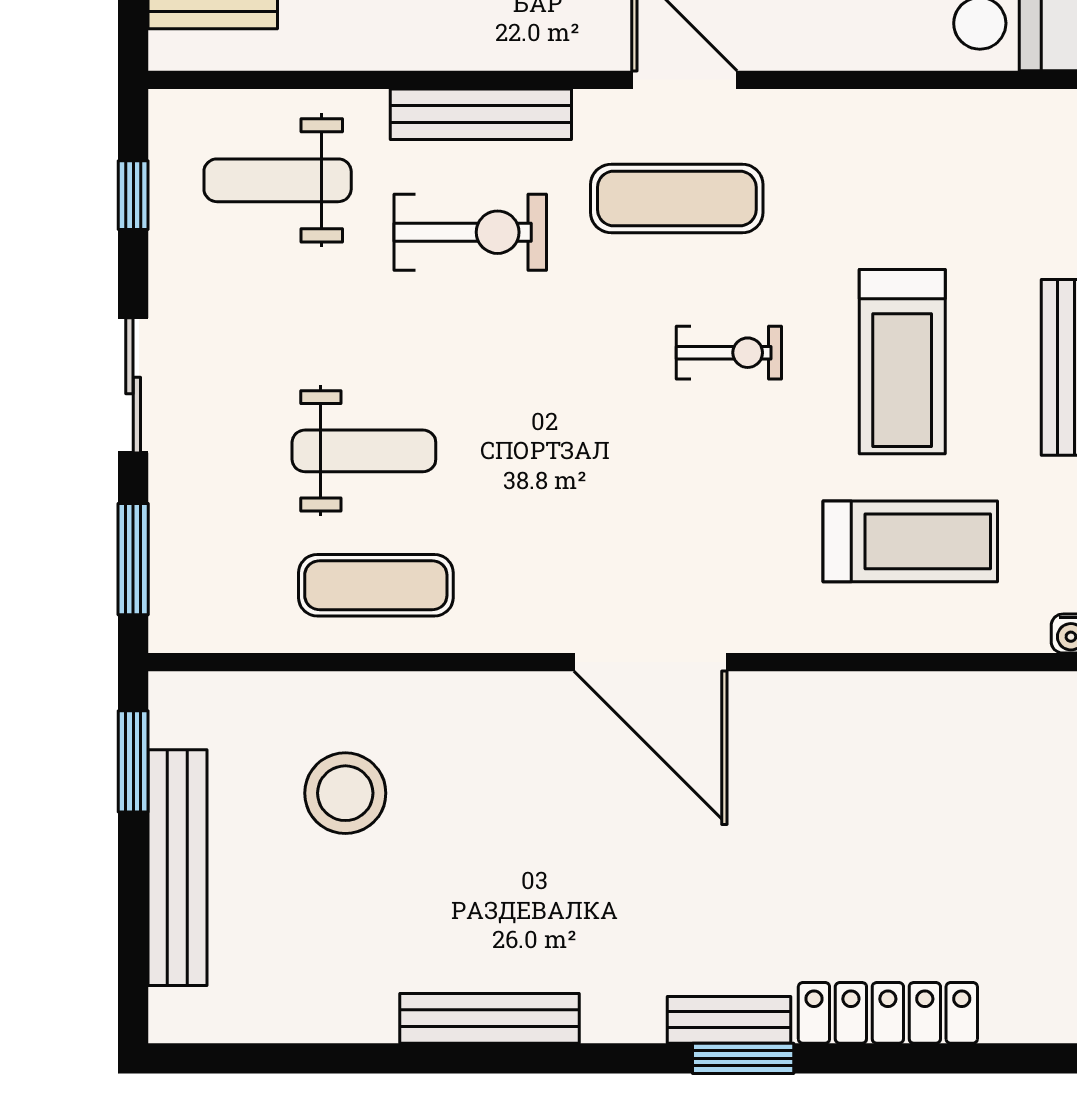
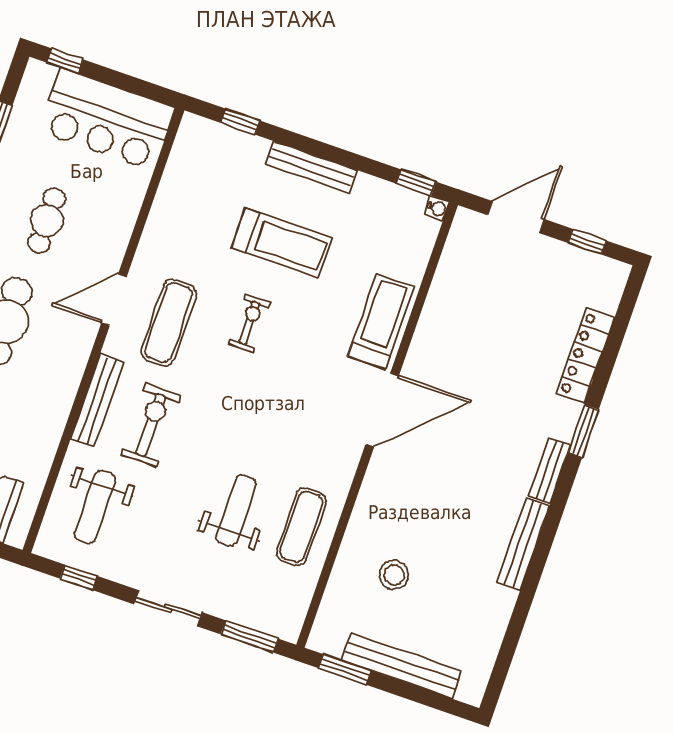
treadmill: (910, 541) -> (381, 322), moved
stool: (345, 793) -> (394, 575), width x0.73, depth x0.73
bench: (729, 1020) -> (549, 471), moved

